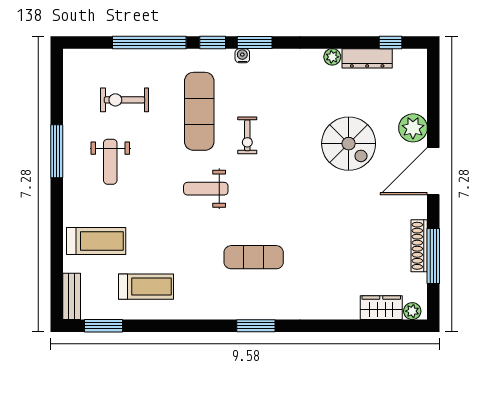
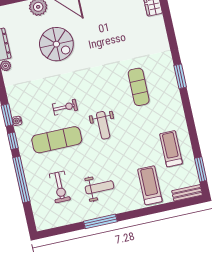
spiral stairs: (349, 144) -> (56, 44), turned 90

